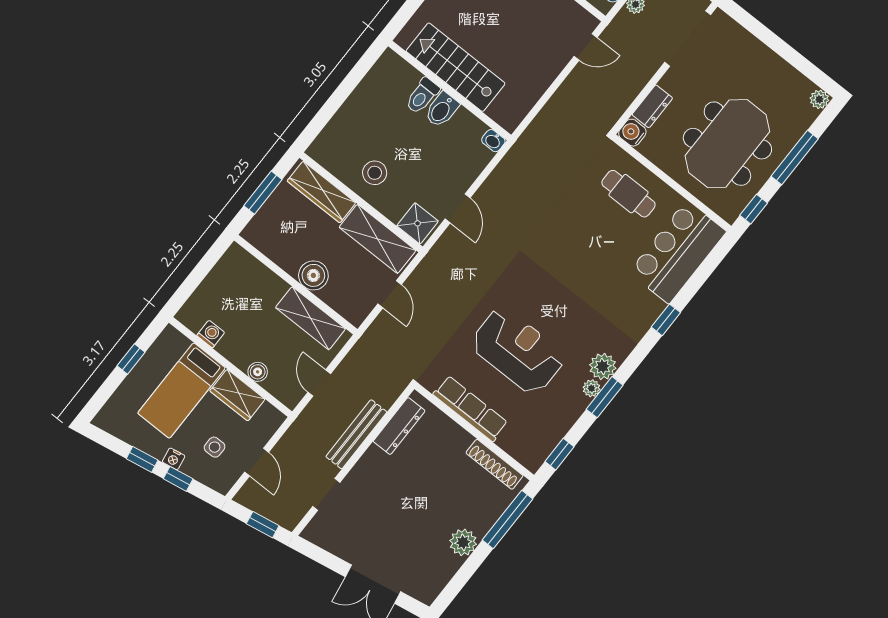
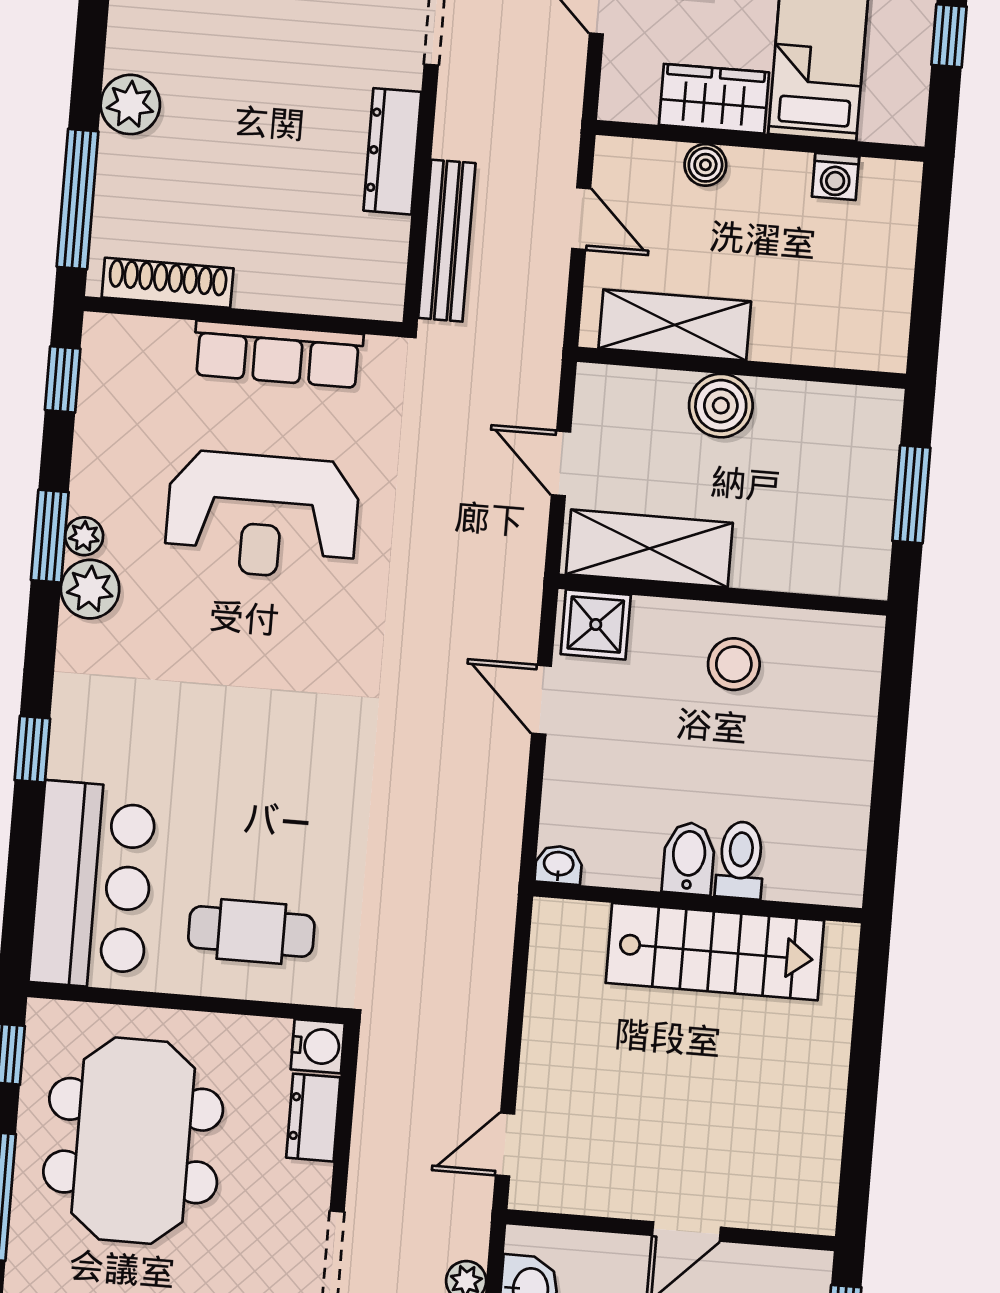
wardrobe: (321, 192) -> (807, 566), removed
dresser: (399, 426) -> (392, 151), moved
bench: (356, 434) -> (447, 241), moved

